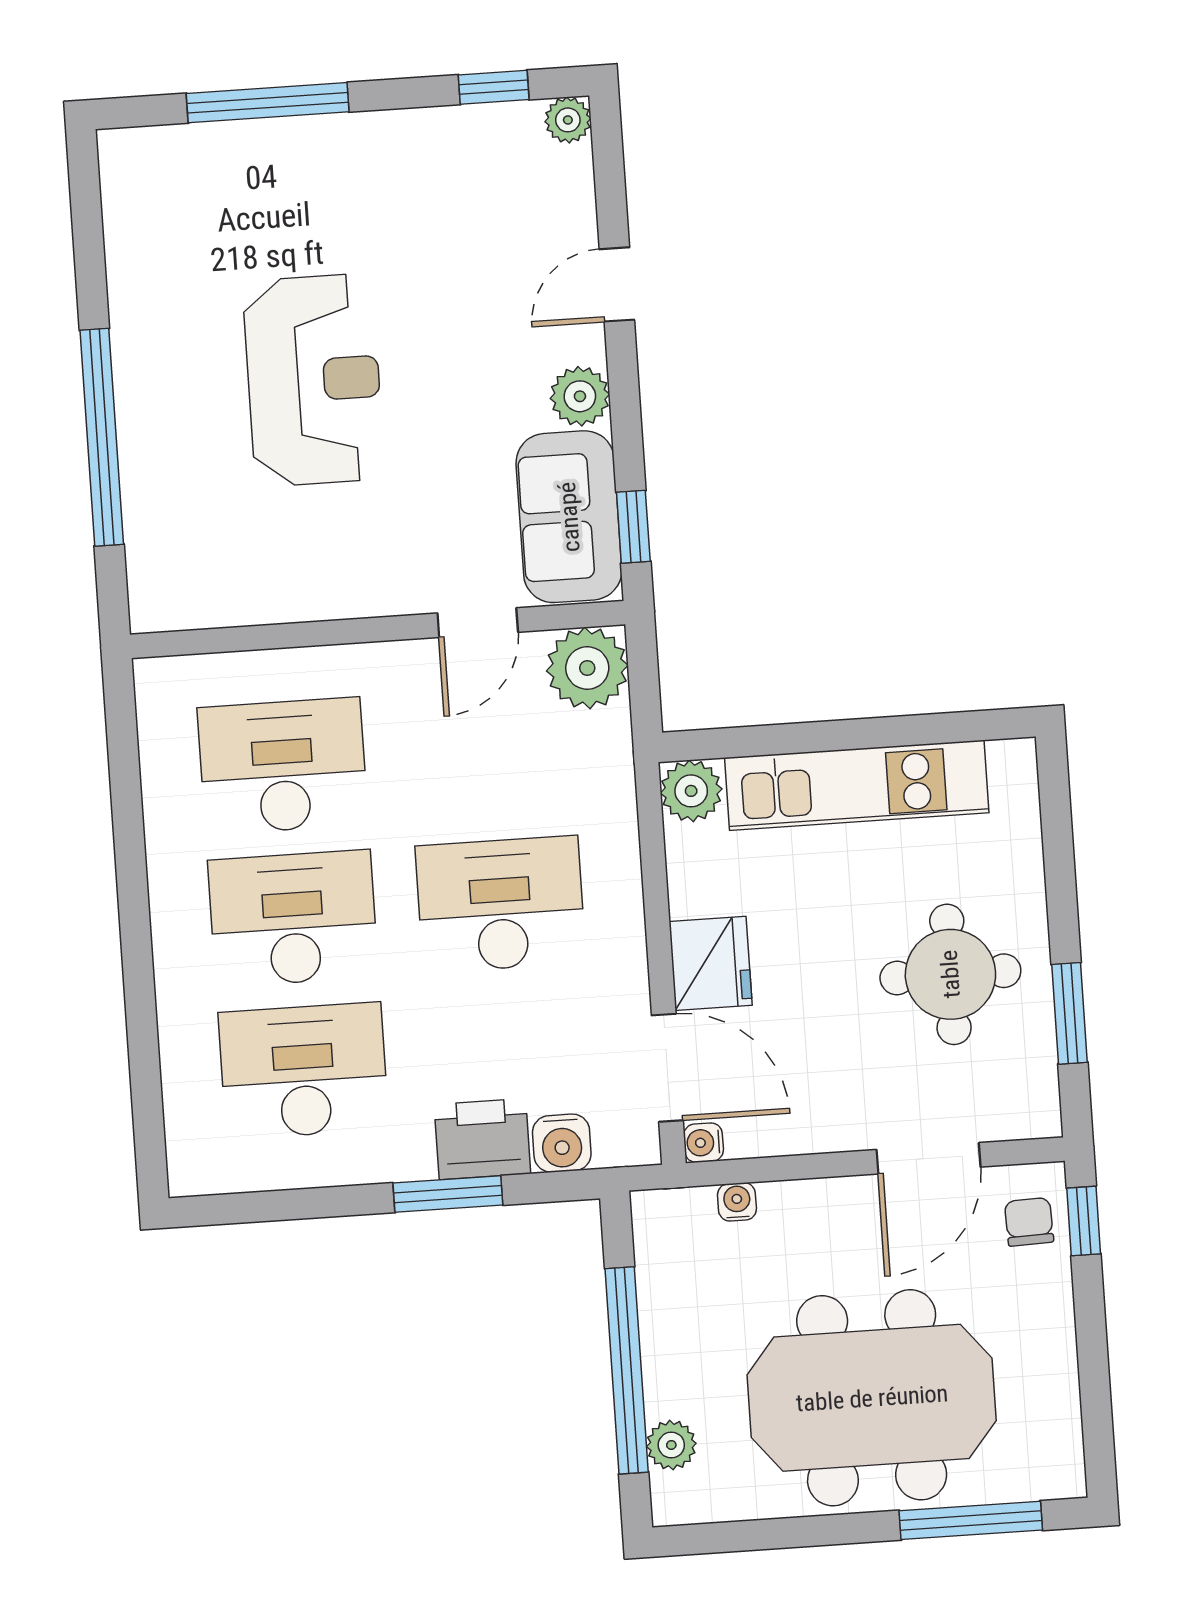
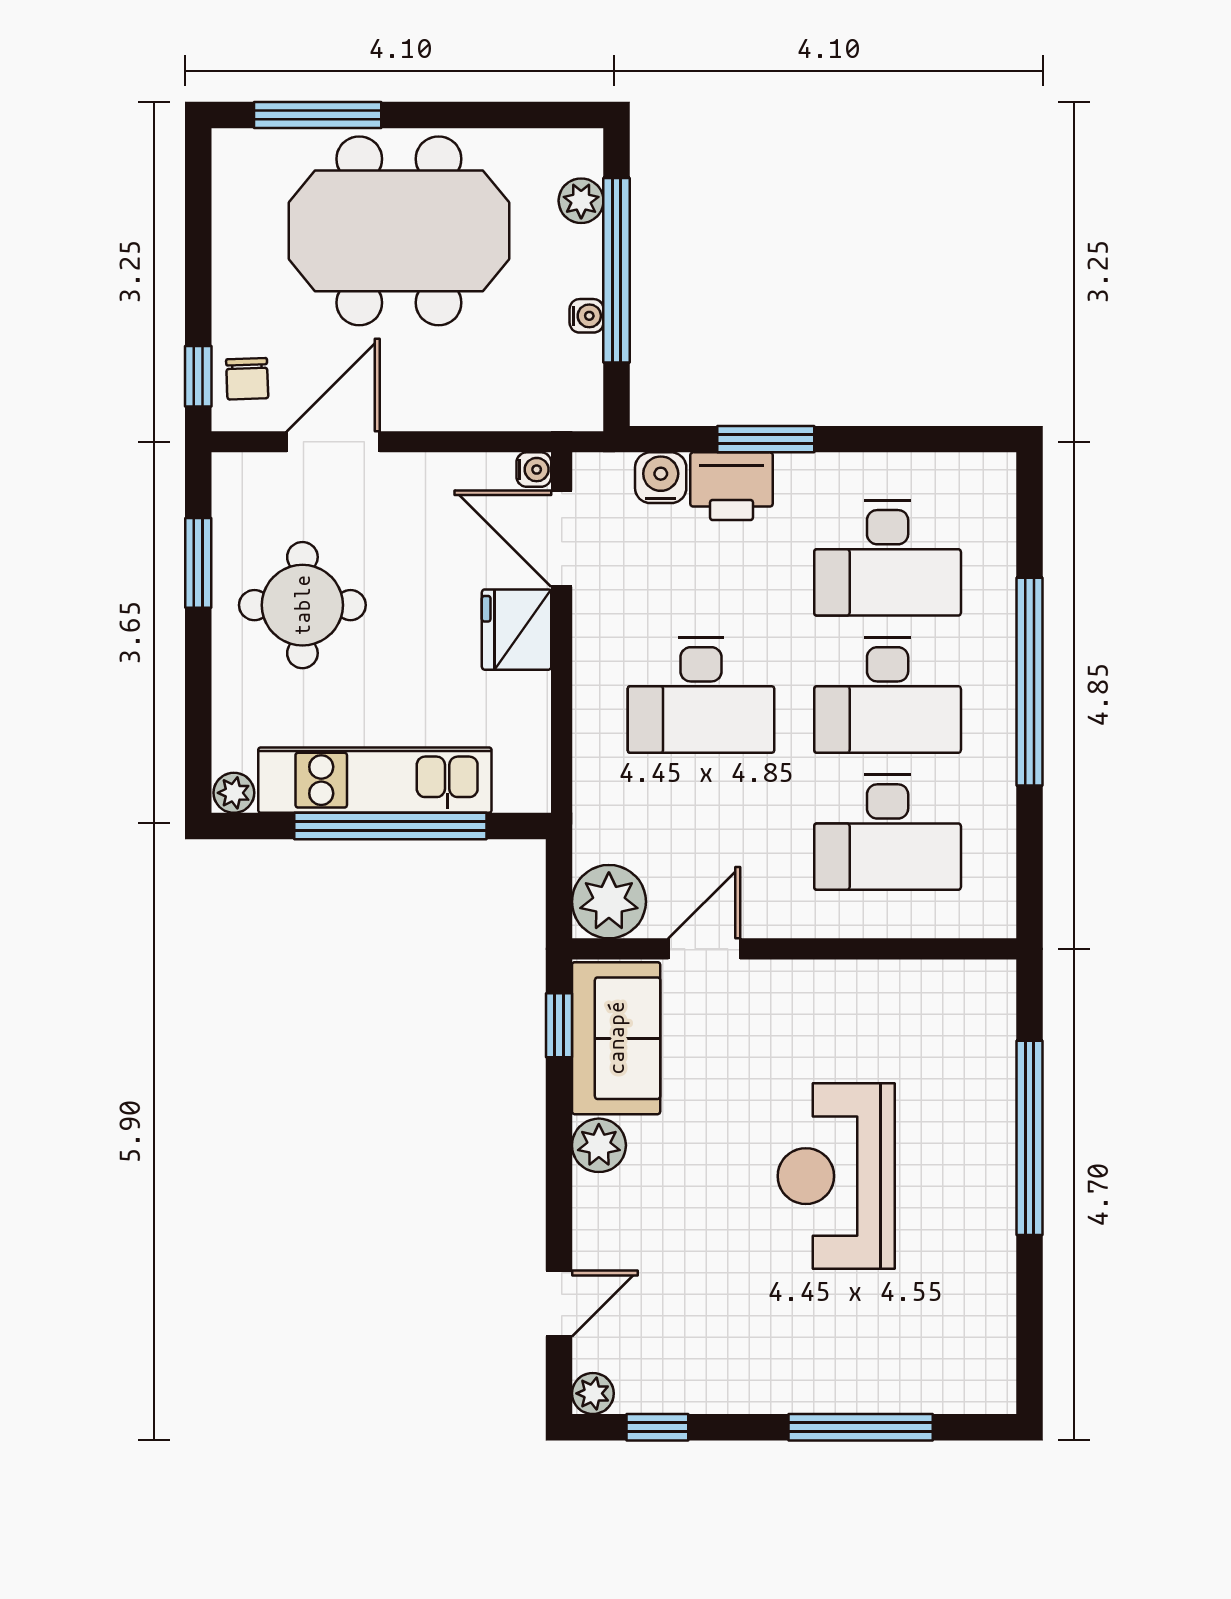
door: (617, 284) -> (559, 1303), moved
window: (836, 735) -> (390, 826), added
plant: (691, 791) -> (234, 793), moved, width x0.73, depth x0.73
window: (136, 944) -> (1030, 682), added
water cooler: (737, 1202) -> (587, 316), moved, turned -90

